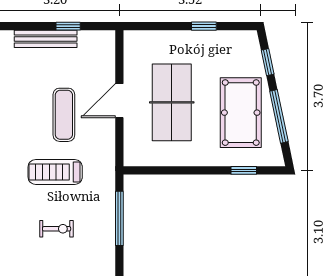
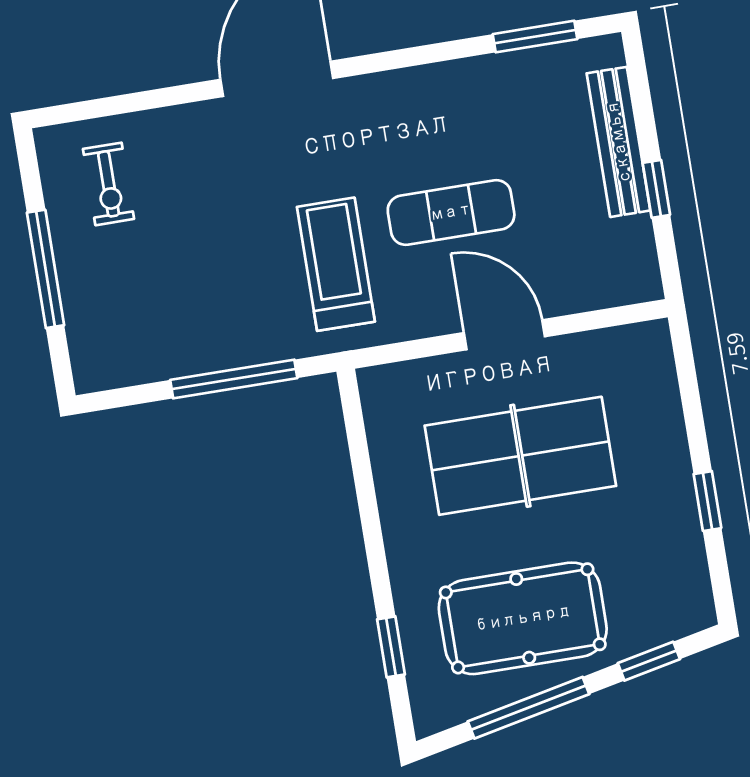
treadmill: (55, 172) -> (336, 264), moved
exercise bike: (57, 229) -> (108, 184), moved

